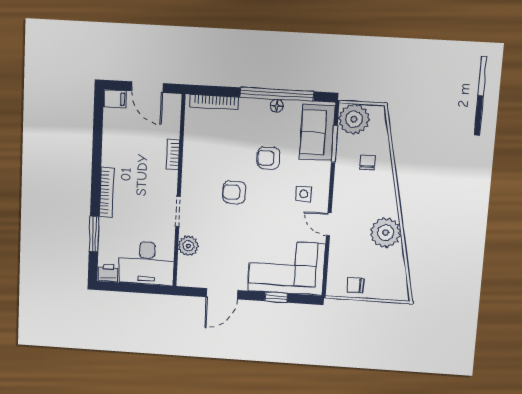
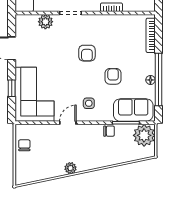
chair: (367, 162) -> (109, 131), moved
armchair: (234, 192) -> (87, 53), turned 180
plant: (386, 233) -> (70, 168), width x0.53, depth x0.53

